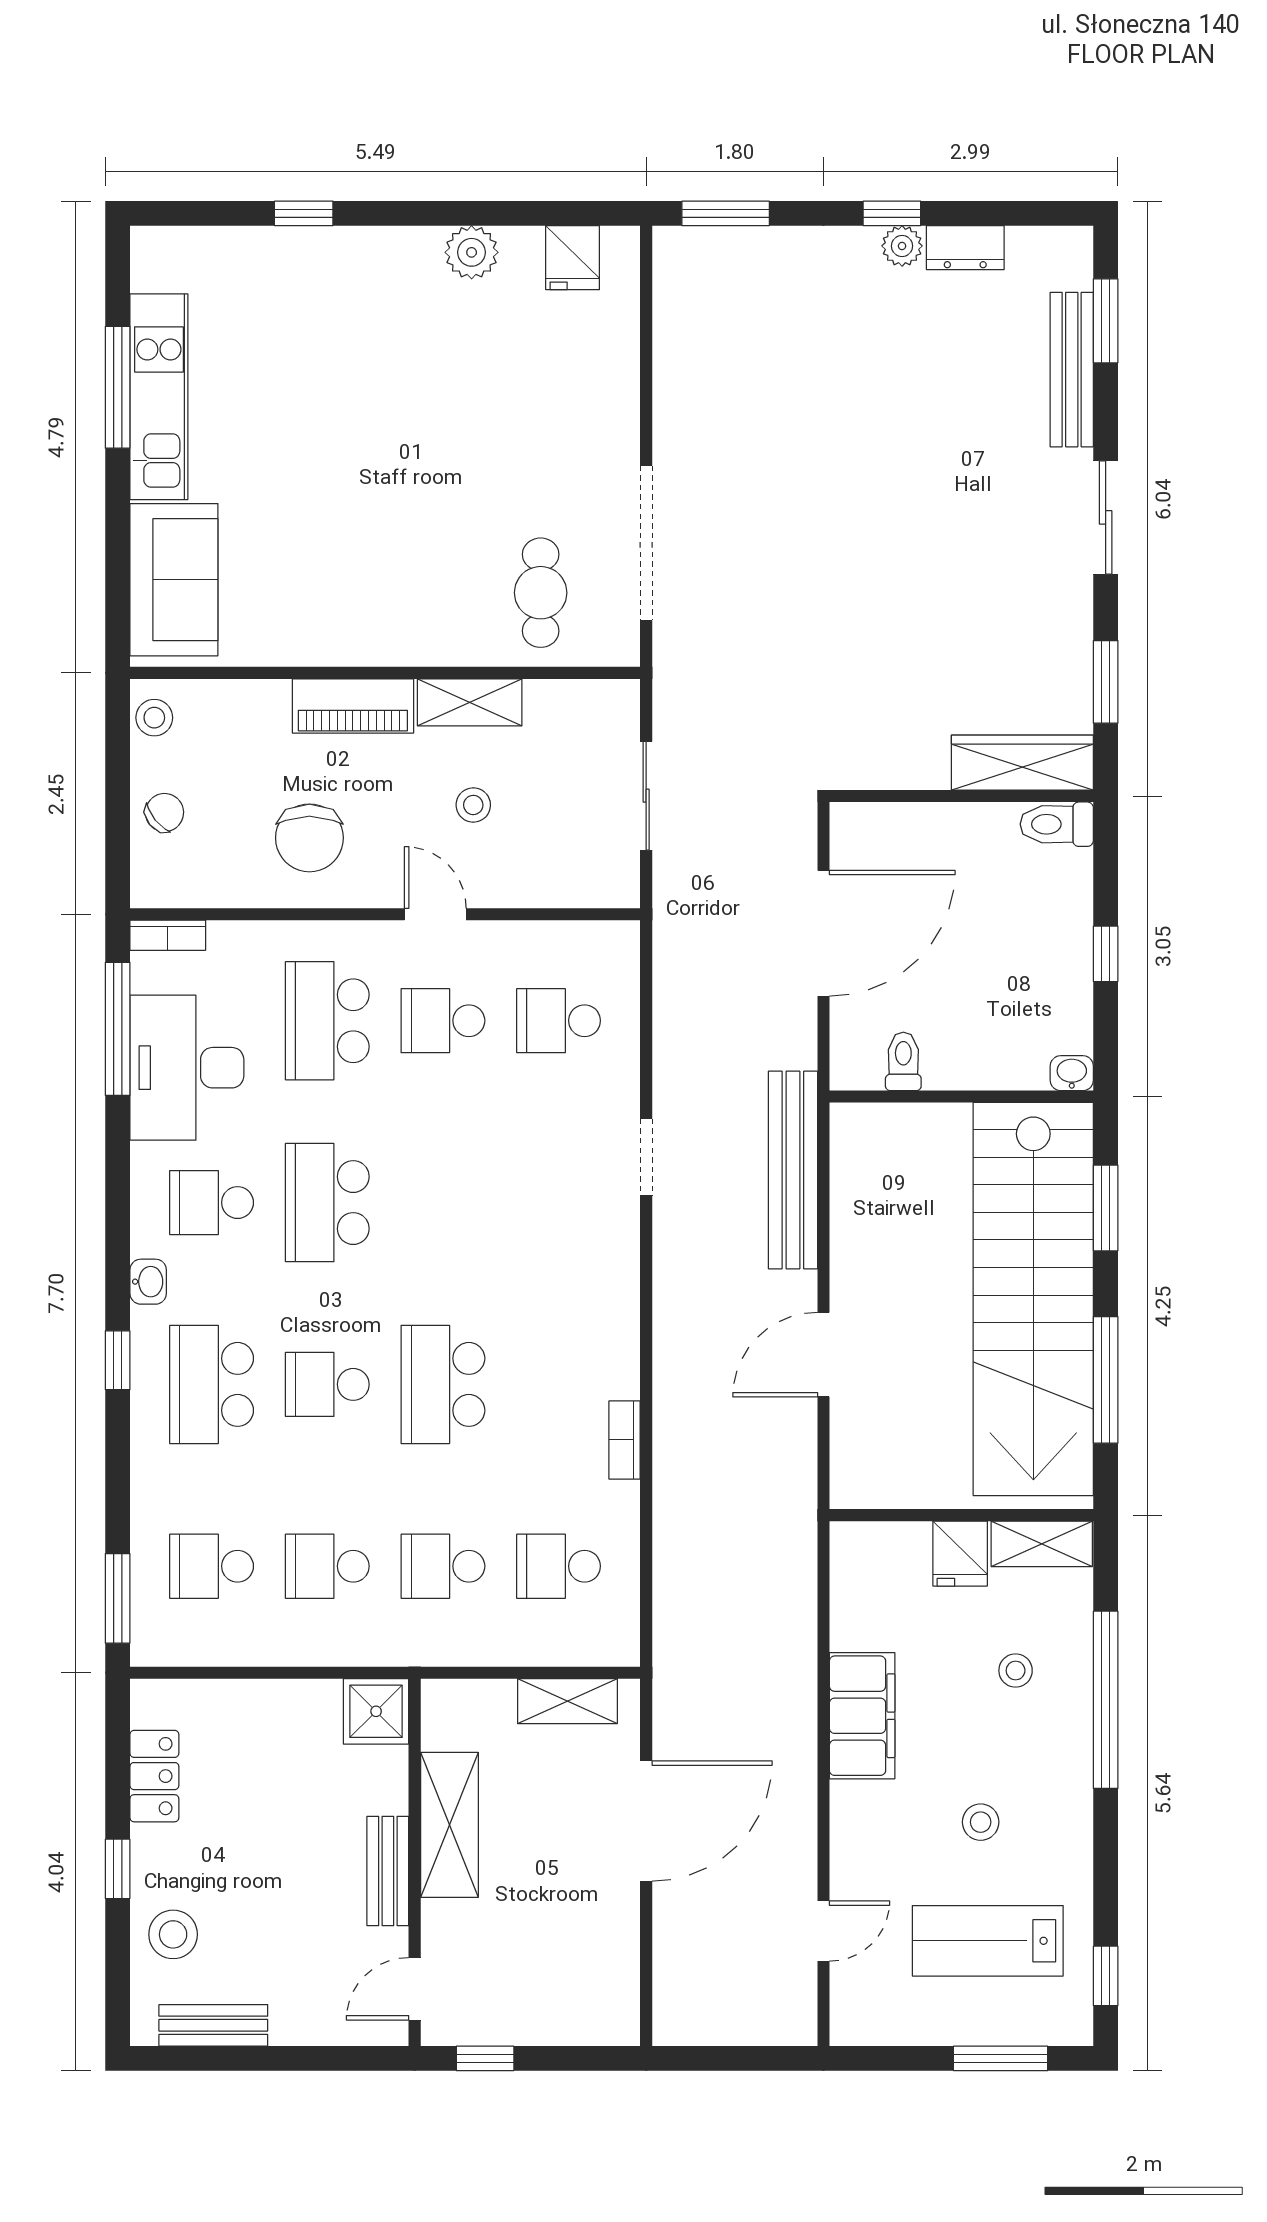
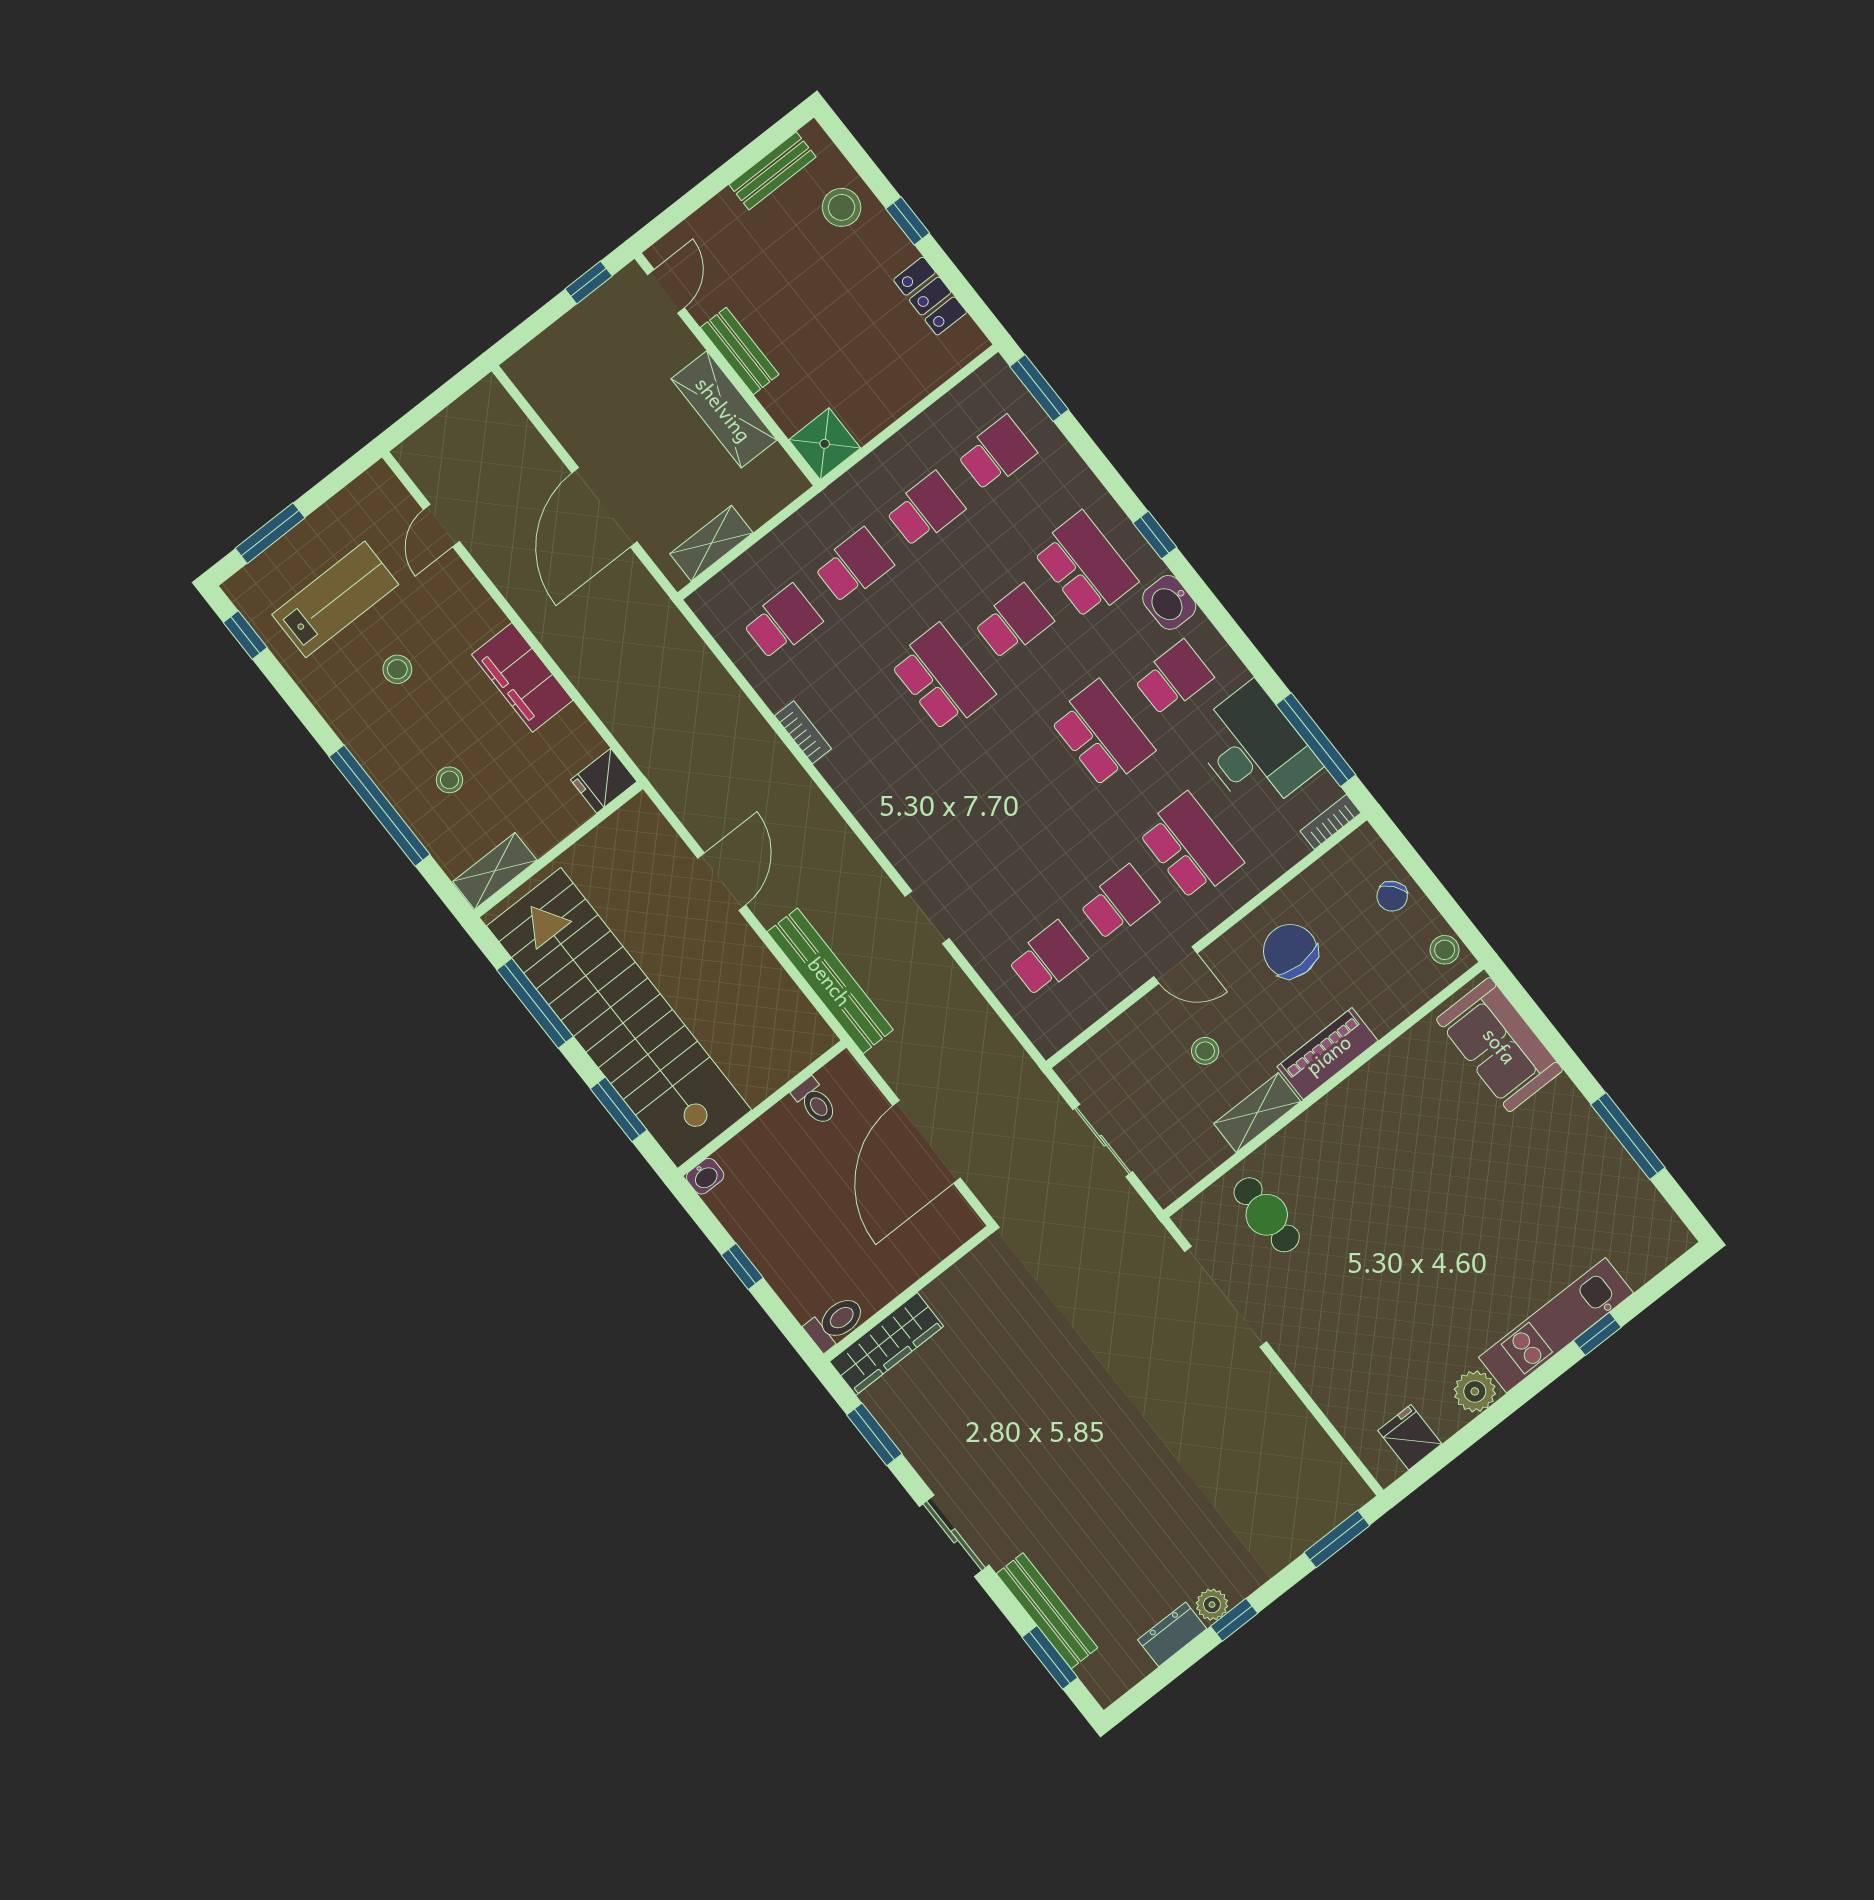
kitchen unit: (159, 397) -> (1556, 1325), moved, turned 90
washbasin: (148, 1282) -> (1169, 602), width x1.38, depth x1.45
fridge: (960, 1554) -> (604, 781), moved, turned -90

